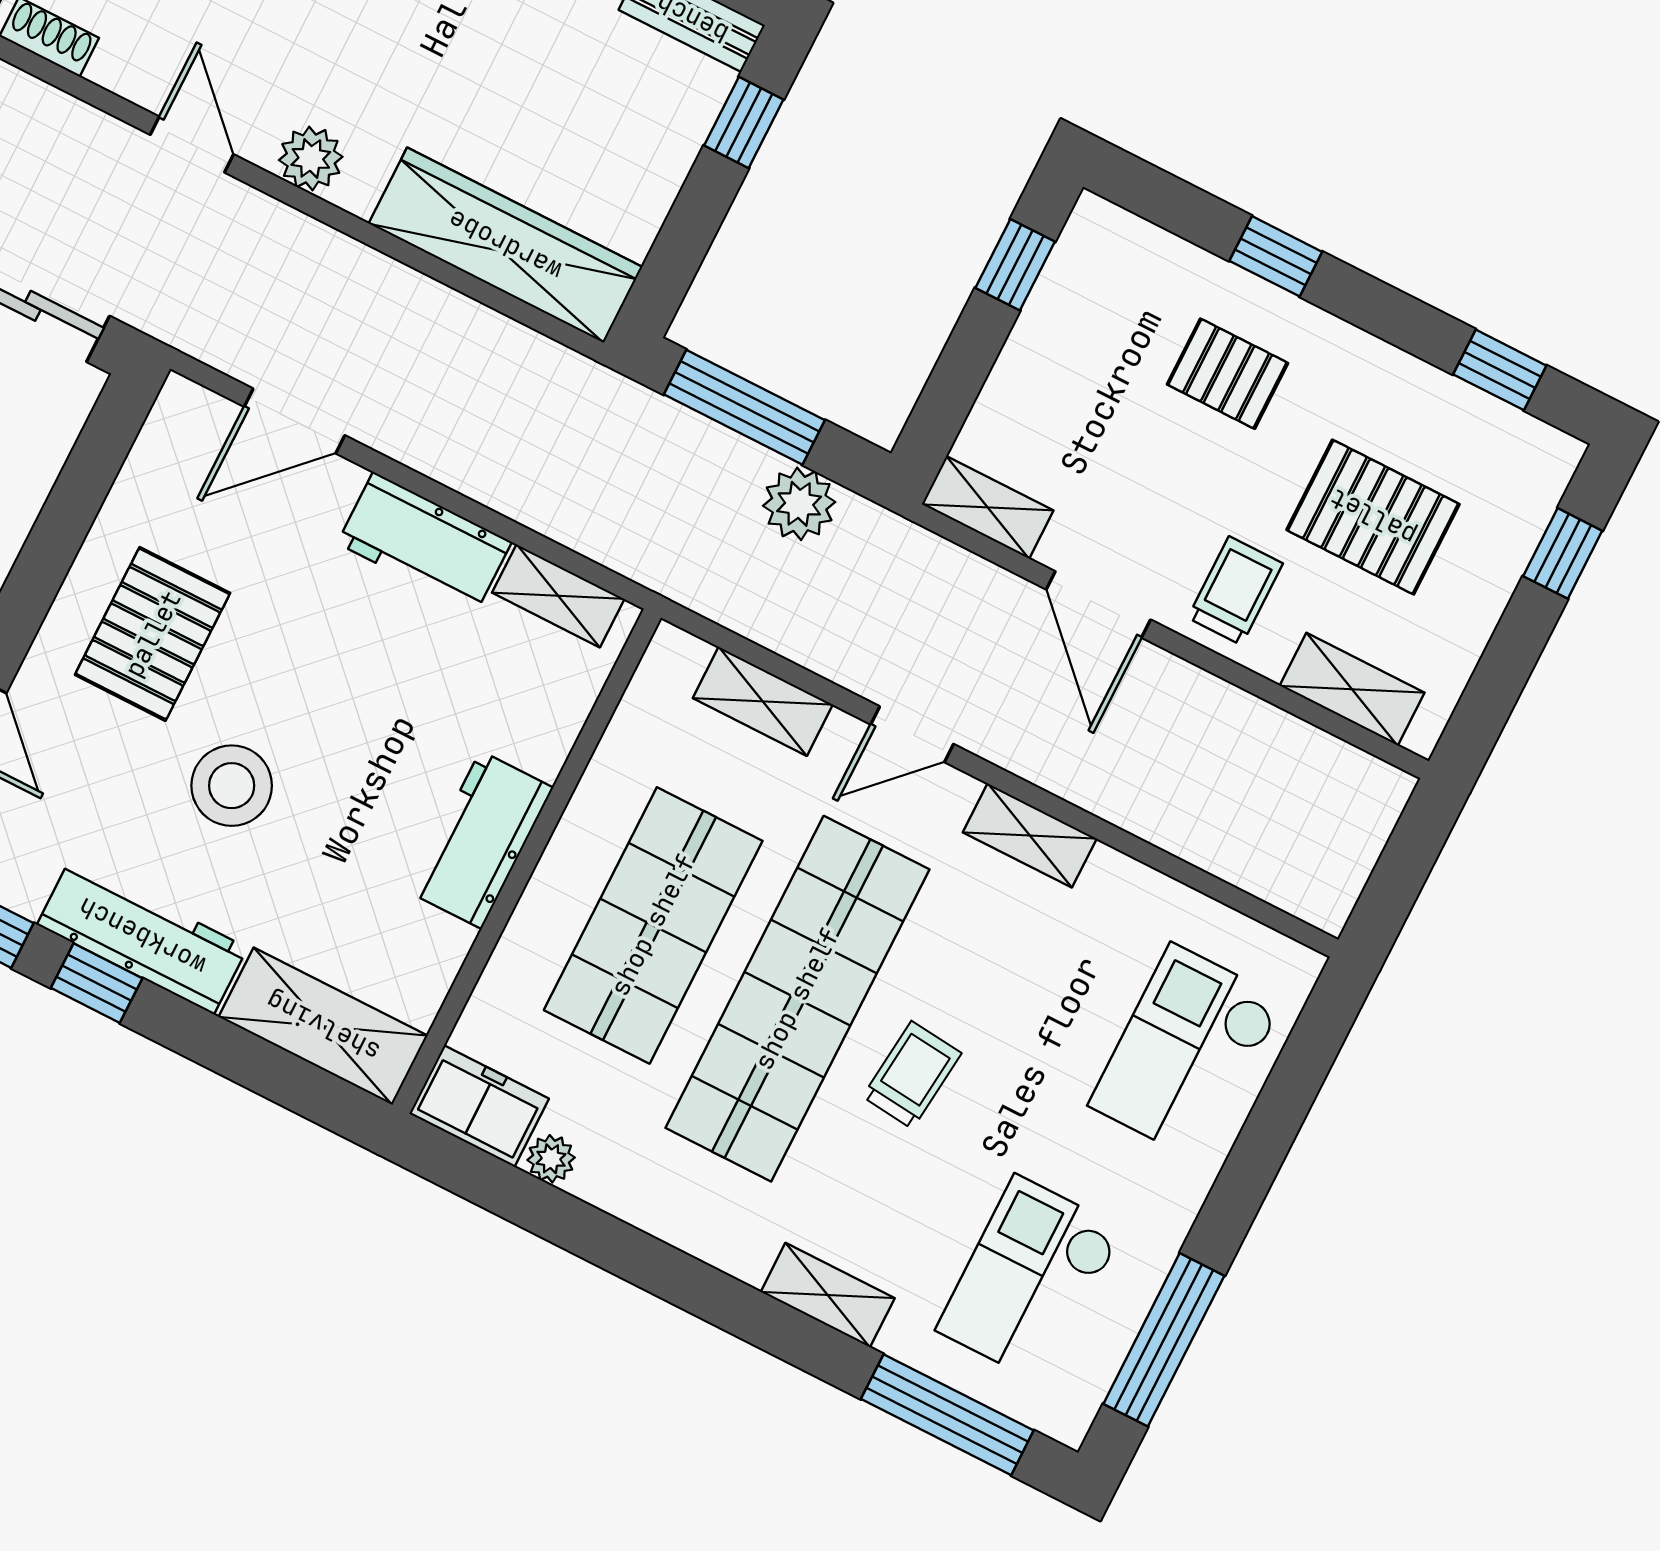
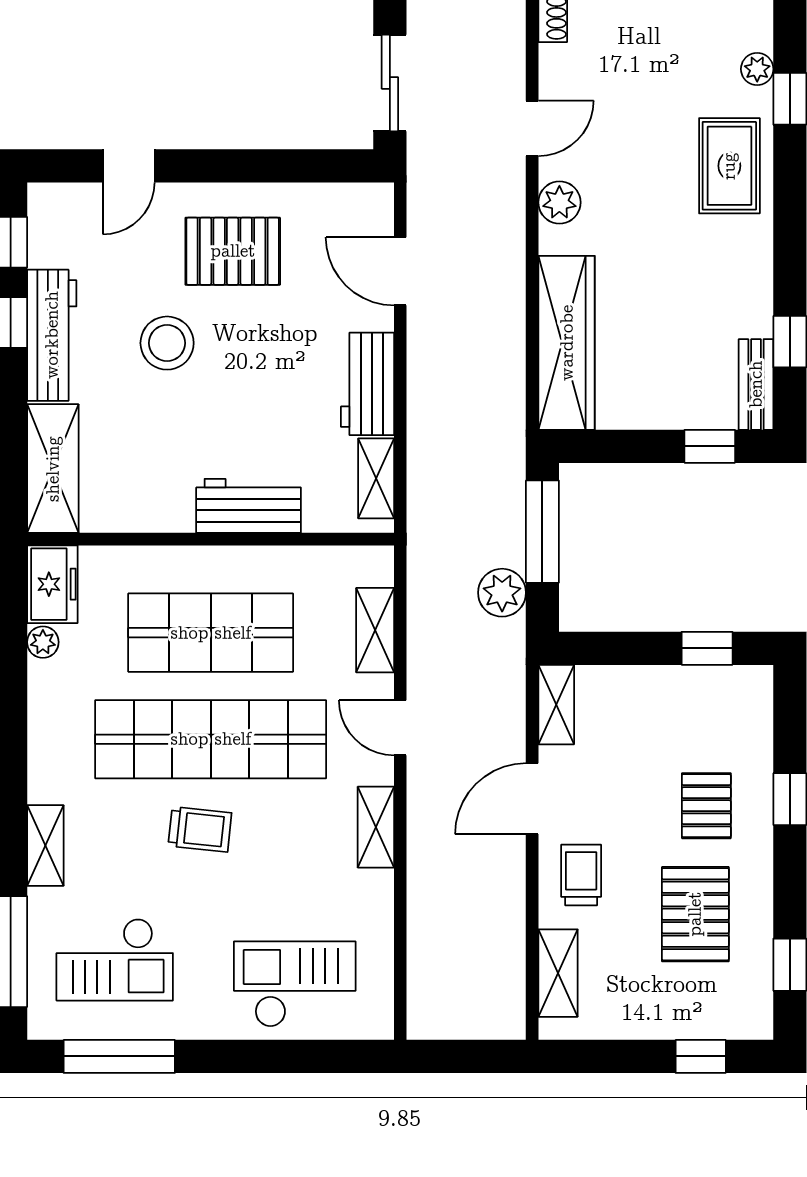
pallet: (1373, 517) -> (695, 914), moved
trolley: (1235, 591) -> (581, 875), turned -90
workbench: (481, 840) -> (249, 506), moved
checkout: (1030, 1280) -> (115, 960), turned 180

